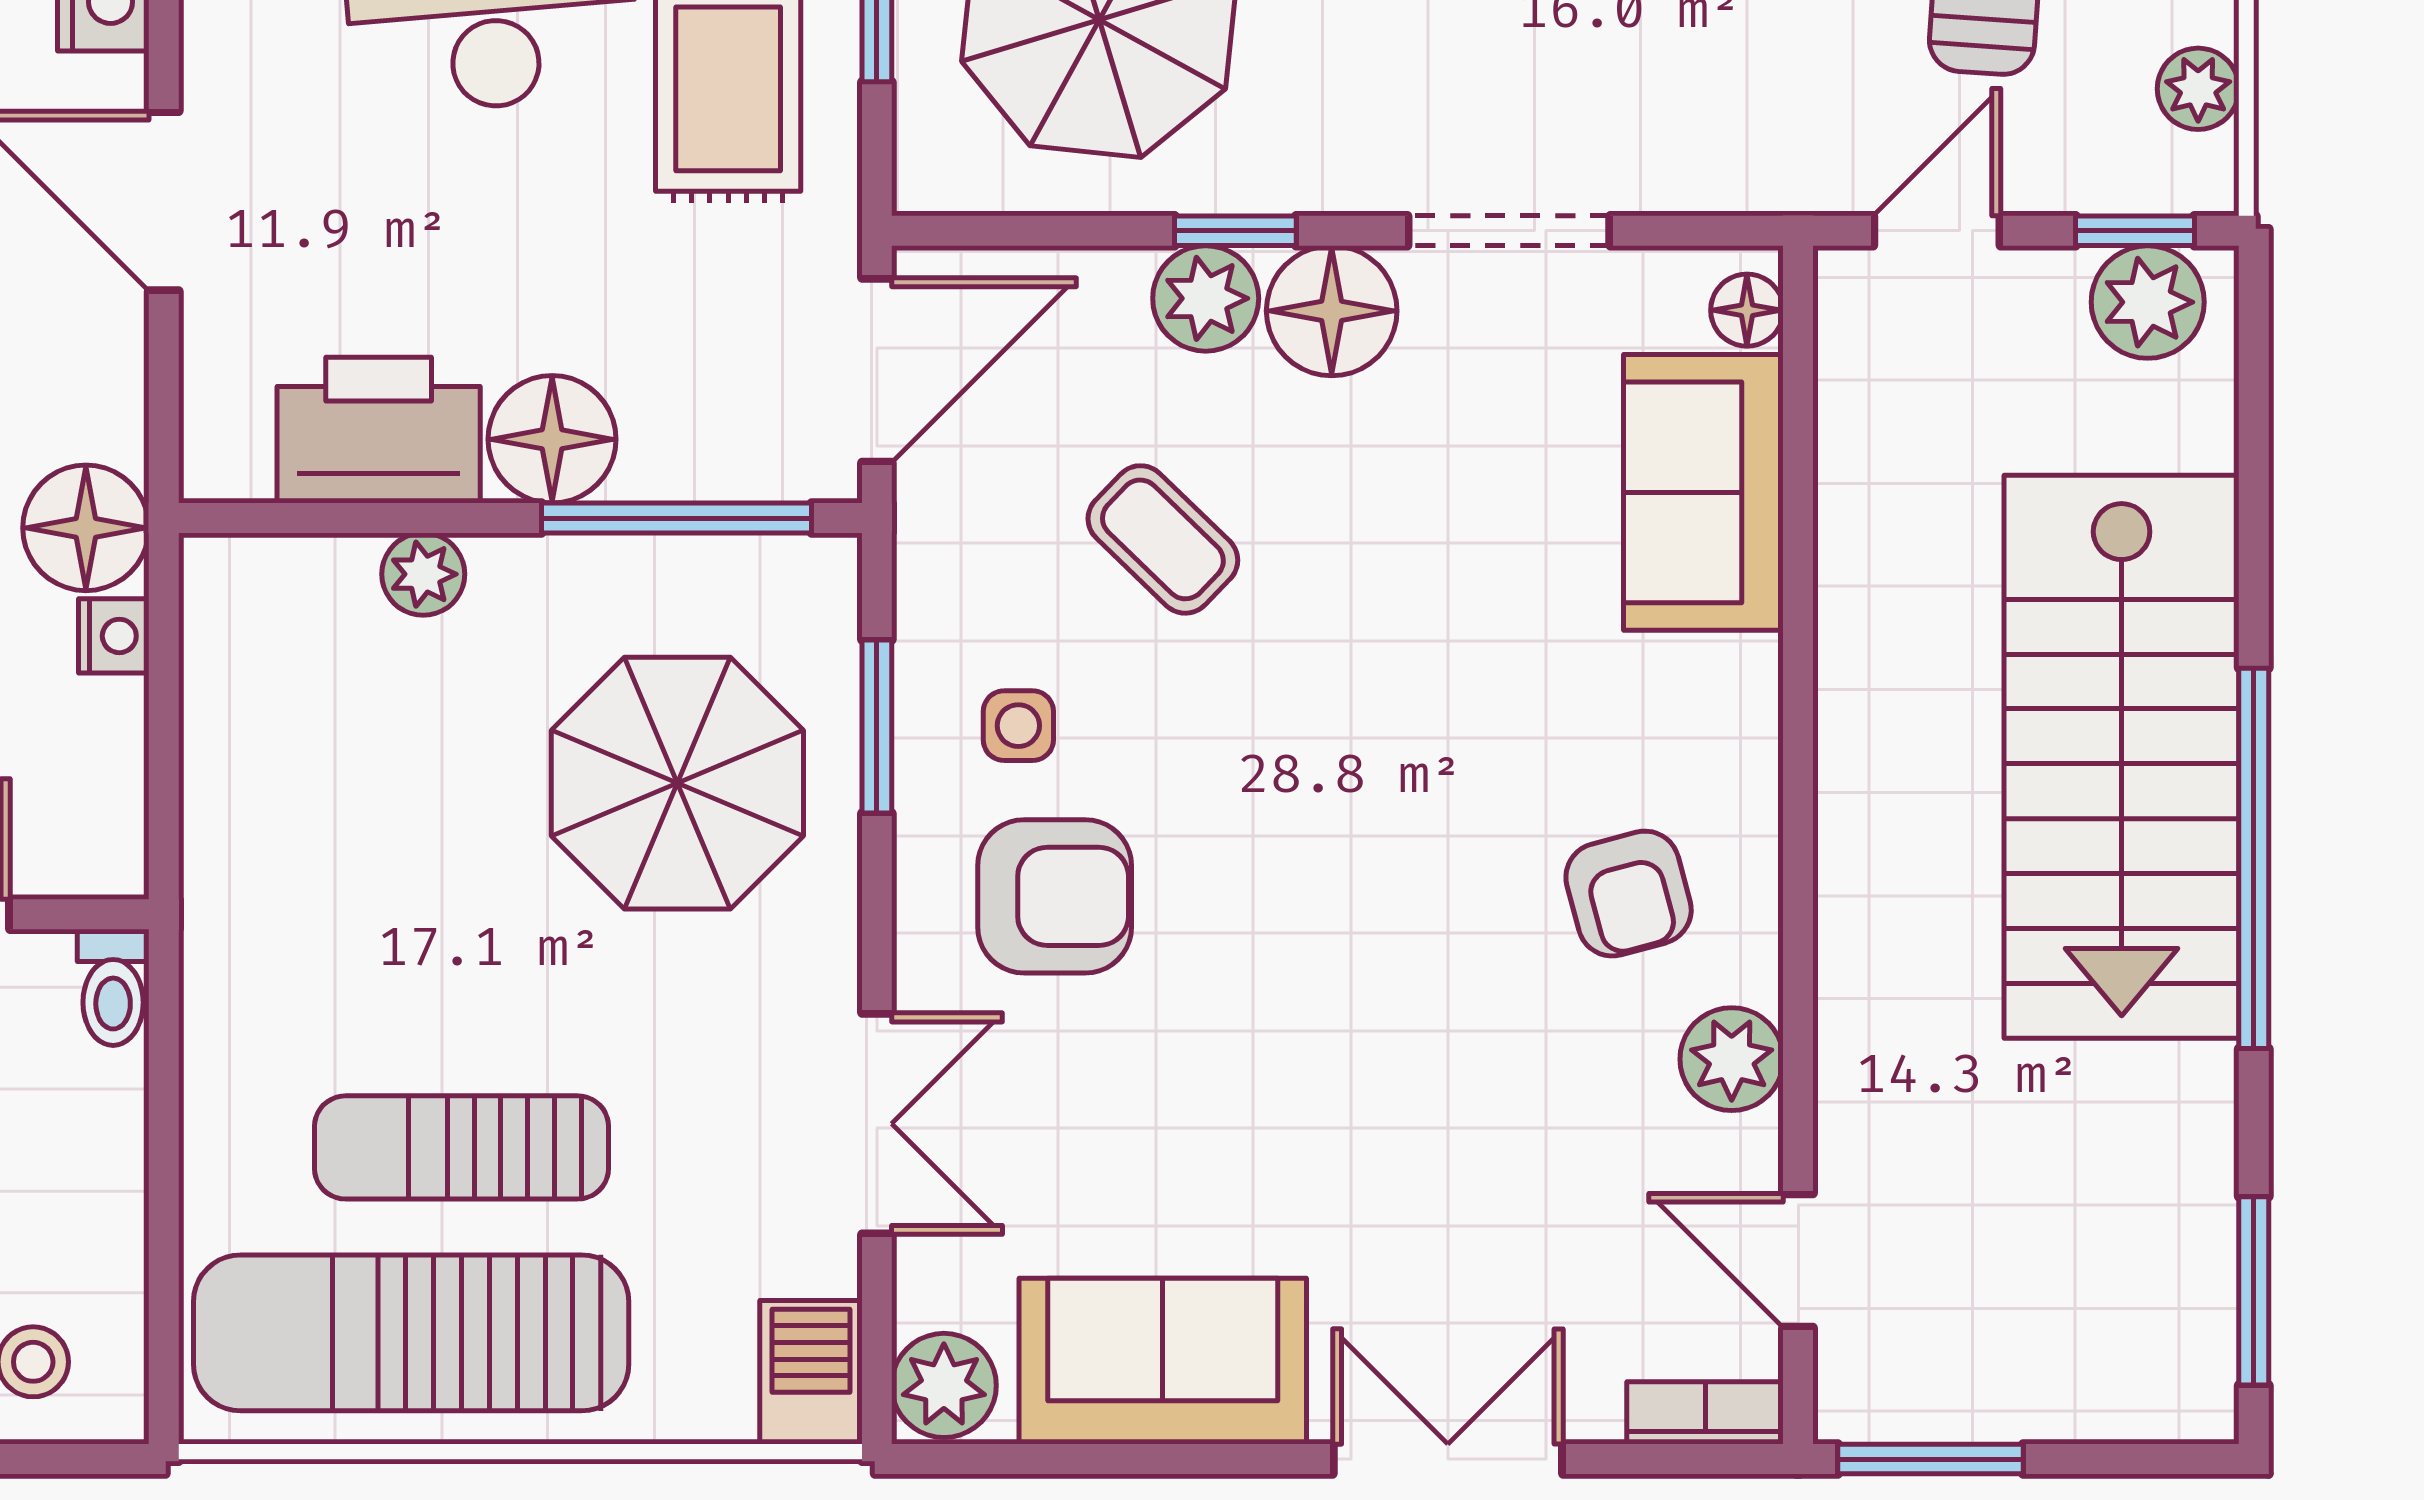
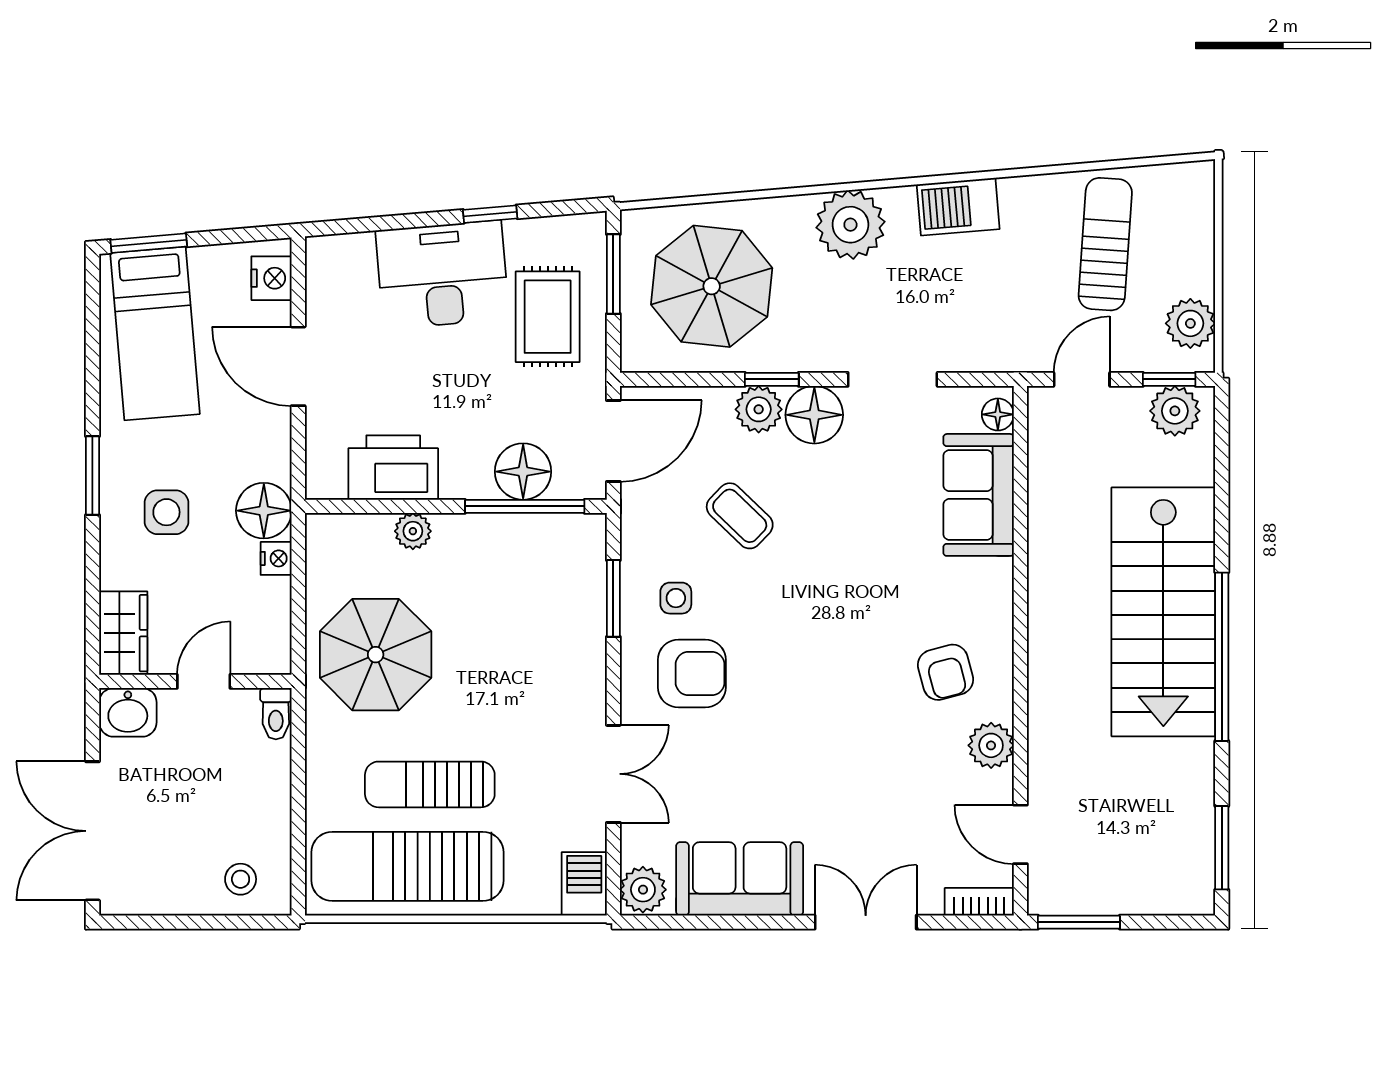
plant: (2198, 89) -> (1190, 323), width x1.38, depth x1.38
floor lamp: (552, 439) -> (523, 472), moved
parasol: (677, 783) -> (376, 655), moved

